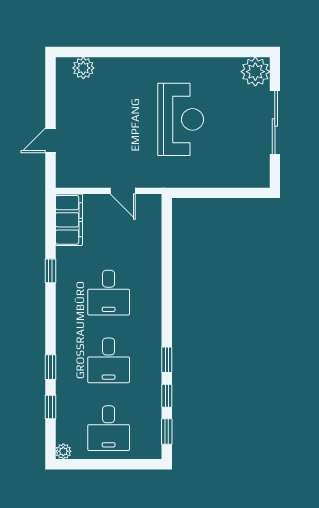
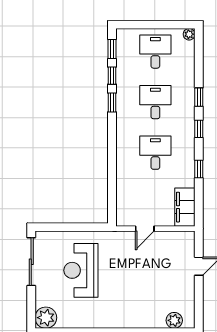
reception desk: (181, 119) -> (81, 270), moved
sliding door: (275, 122) -> (31, 262), moved
door: (123, 191) -> (145, 229), swing flipped
window: (50, 407) -> (199, 129), moved

